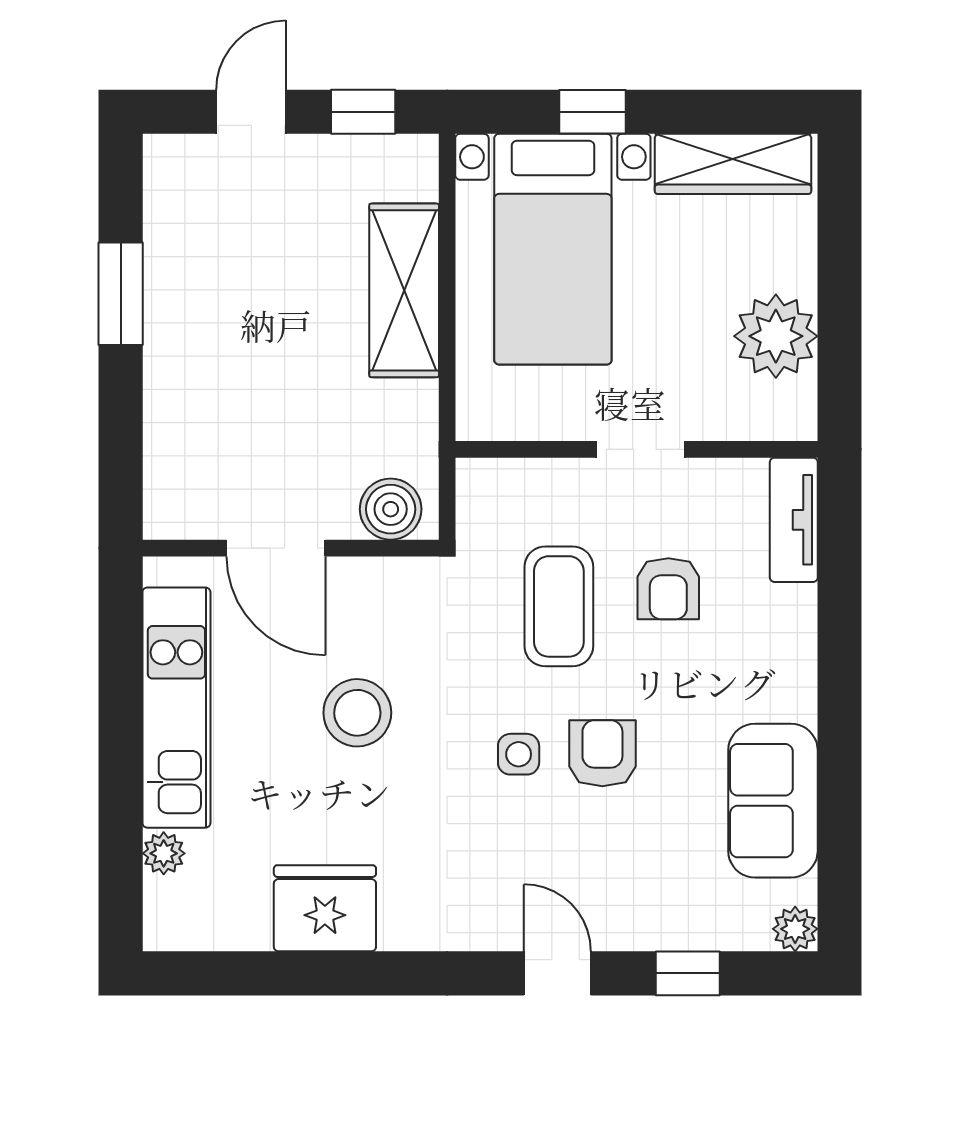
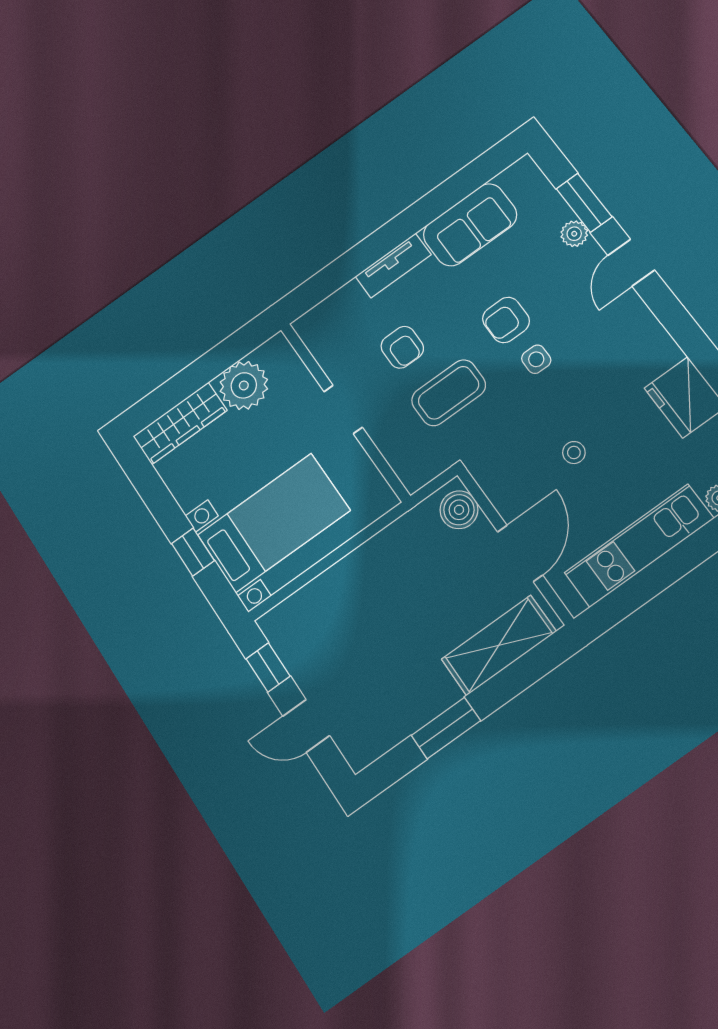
wardrobe: (733, 164) -> (180, 423), moved, turned 90
shelving: (404, 290) -> (499, 645), moved
tv unit: (794, 520) -> (393, 265), moved
armchair: (668, 589) -> (402, 347), turned 90
stool: (357, 713) -> (574, 452), width x0.53, depth x0.53
plant: (795, 929) -> (574, 234), moved
window: (688, 973) -> (584, 203), width x1.50

